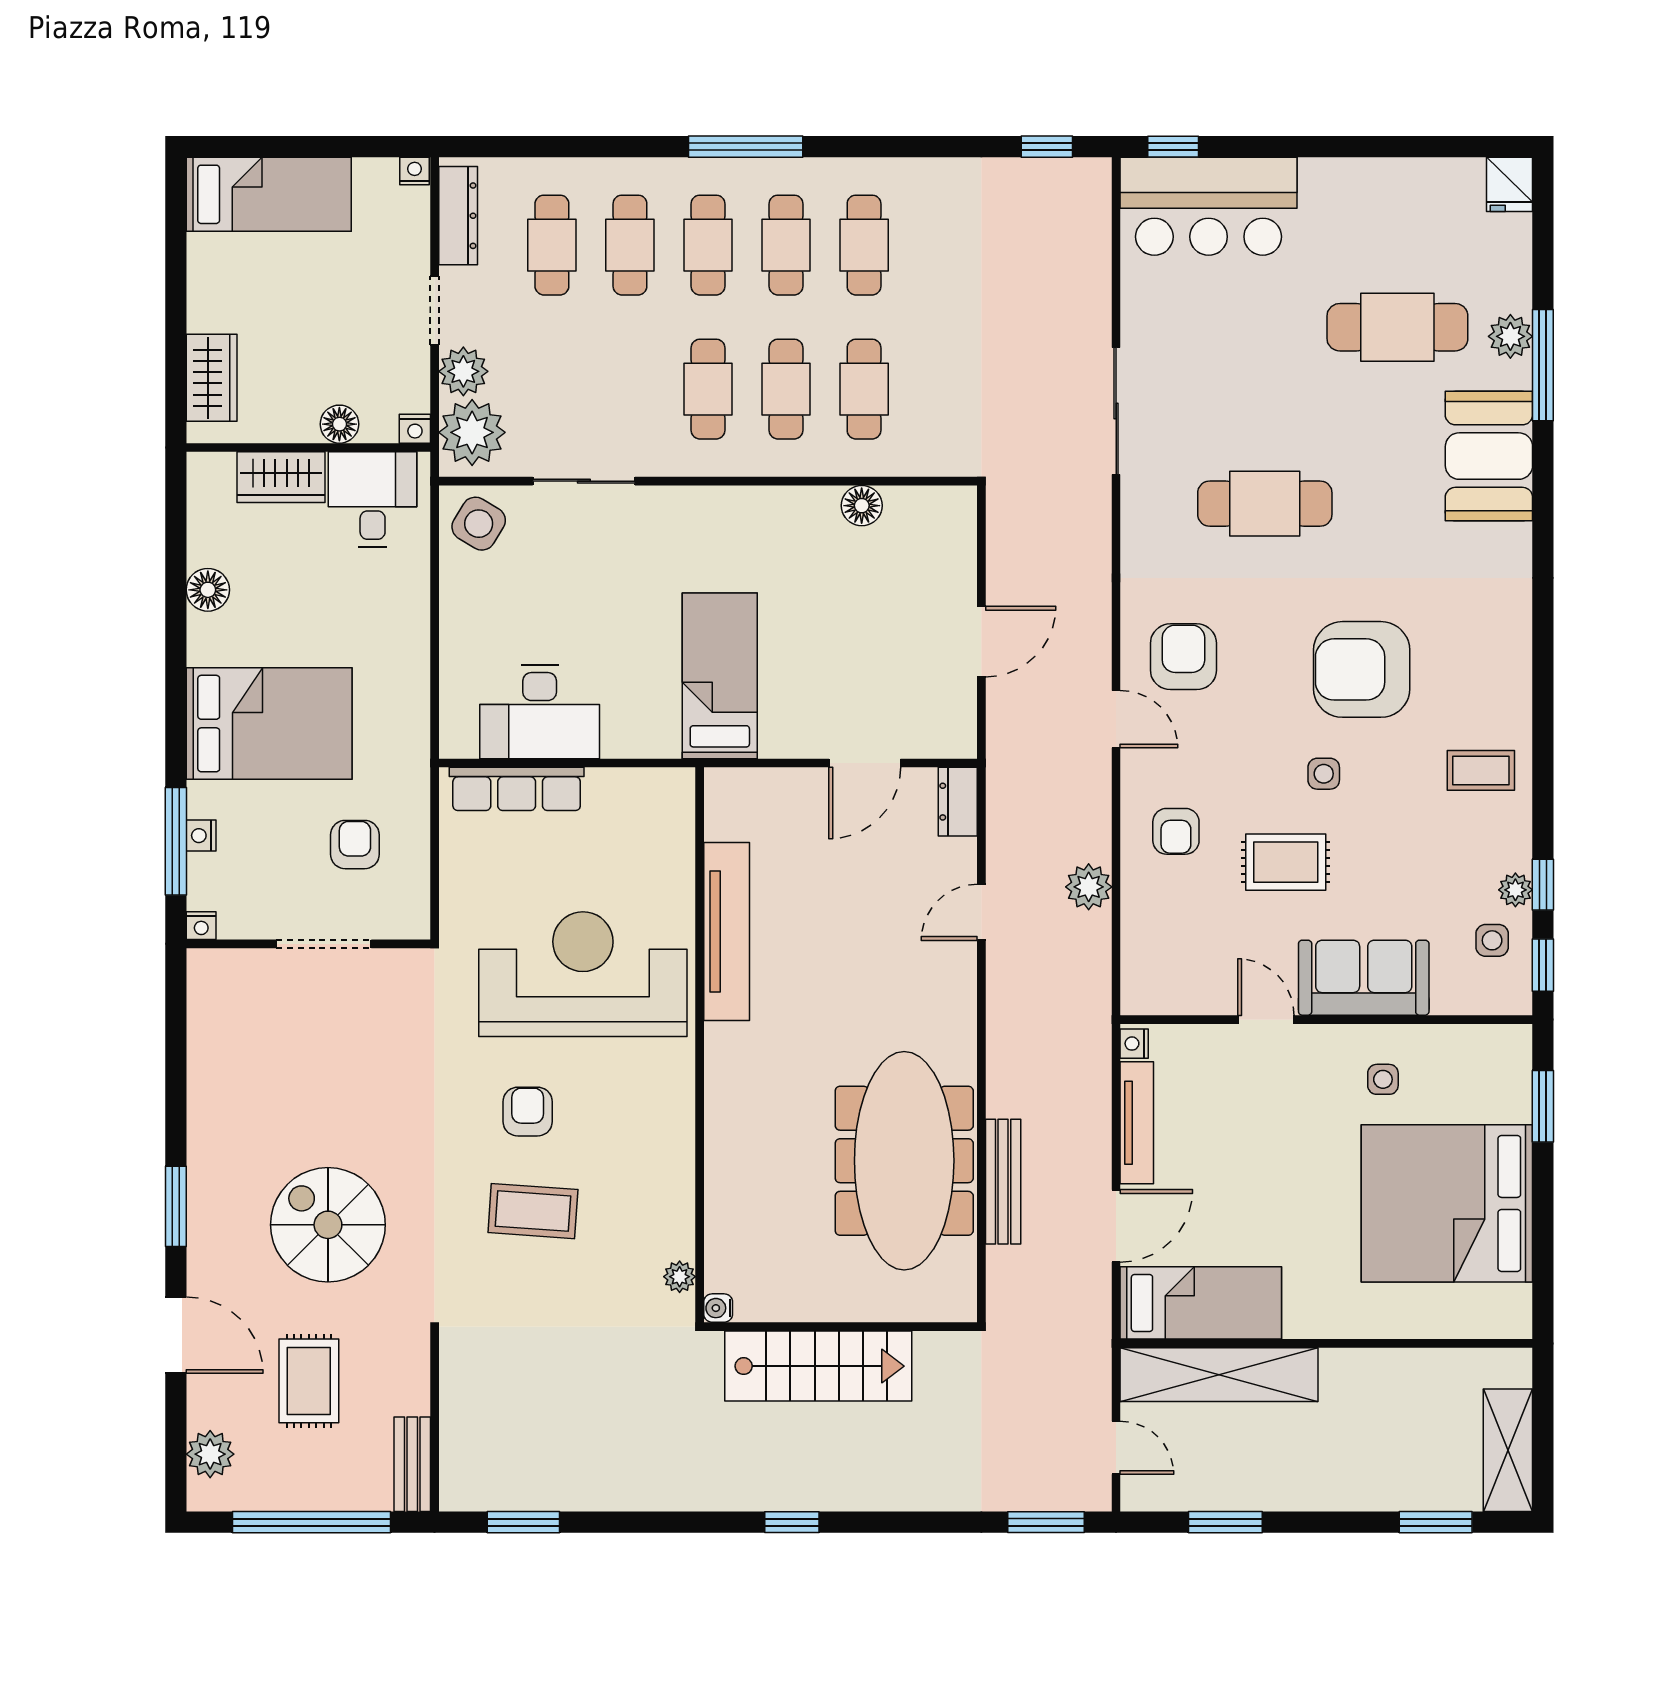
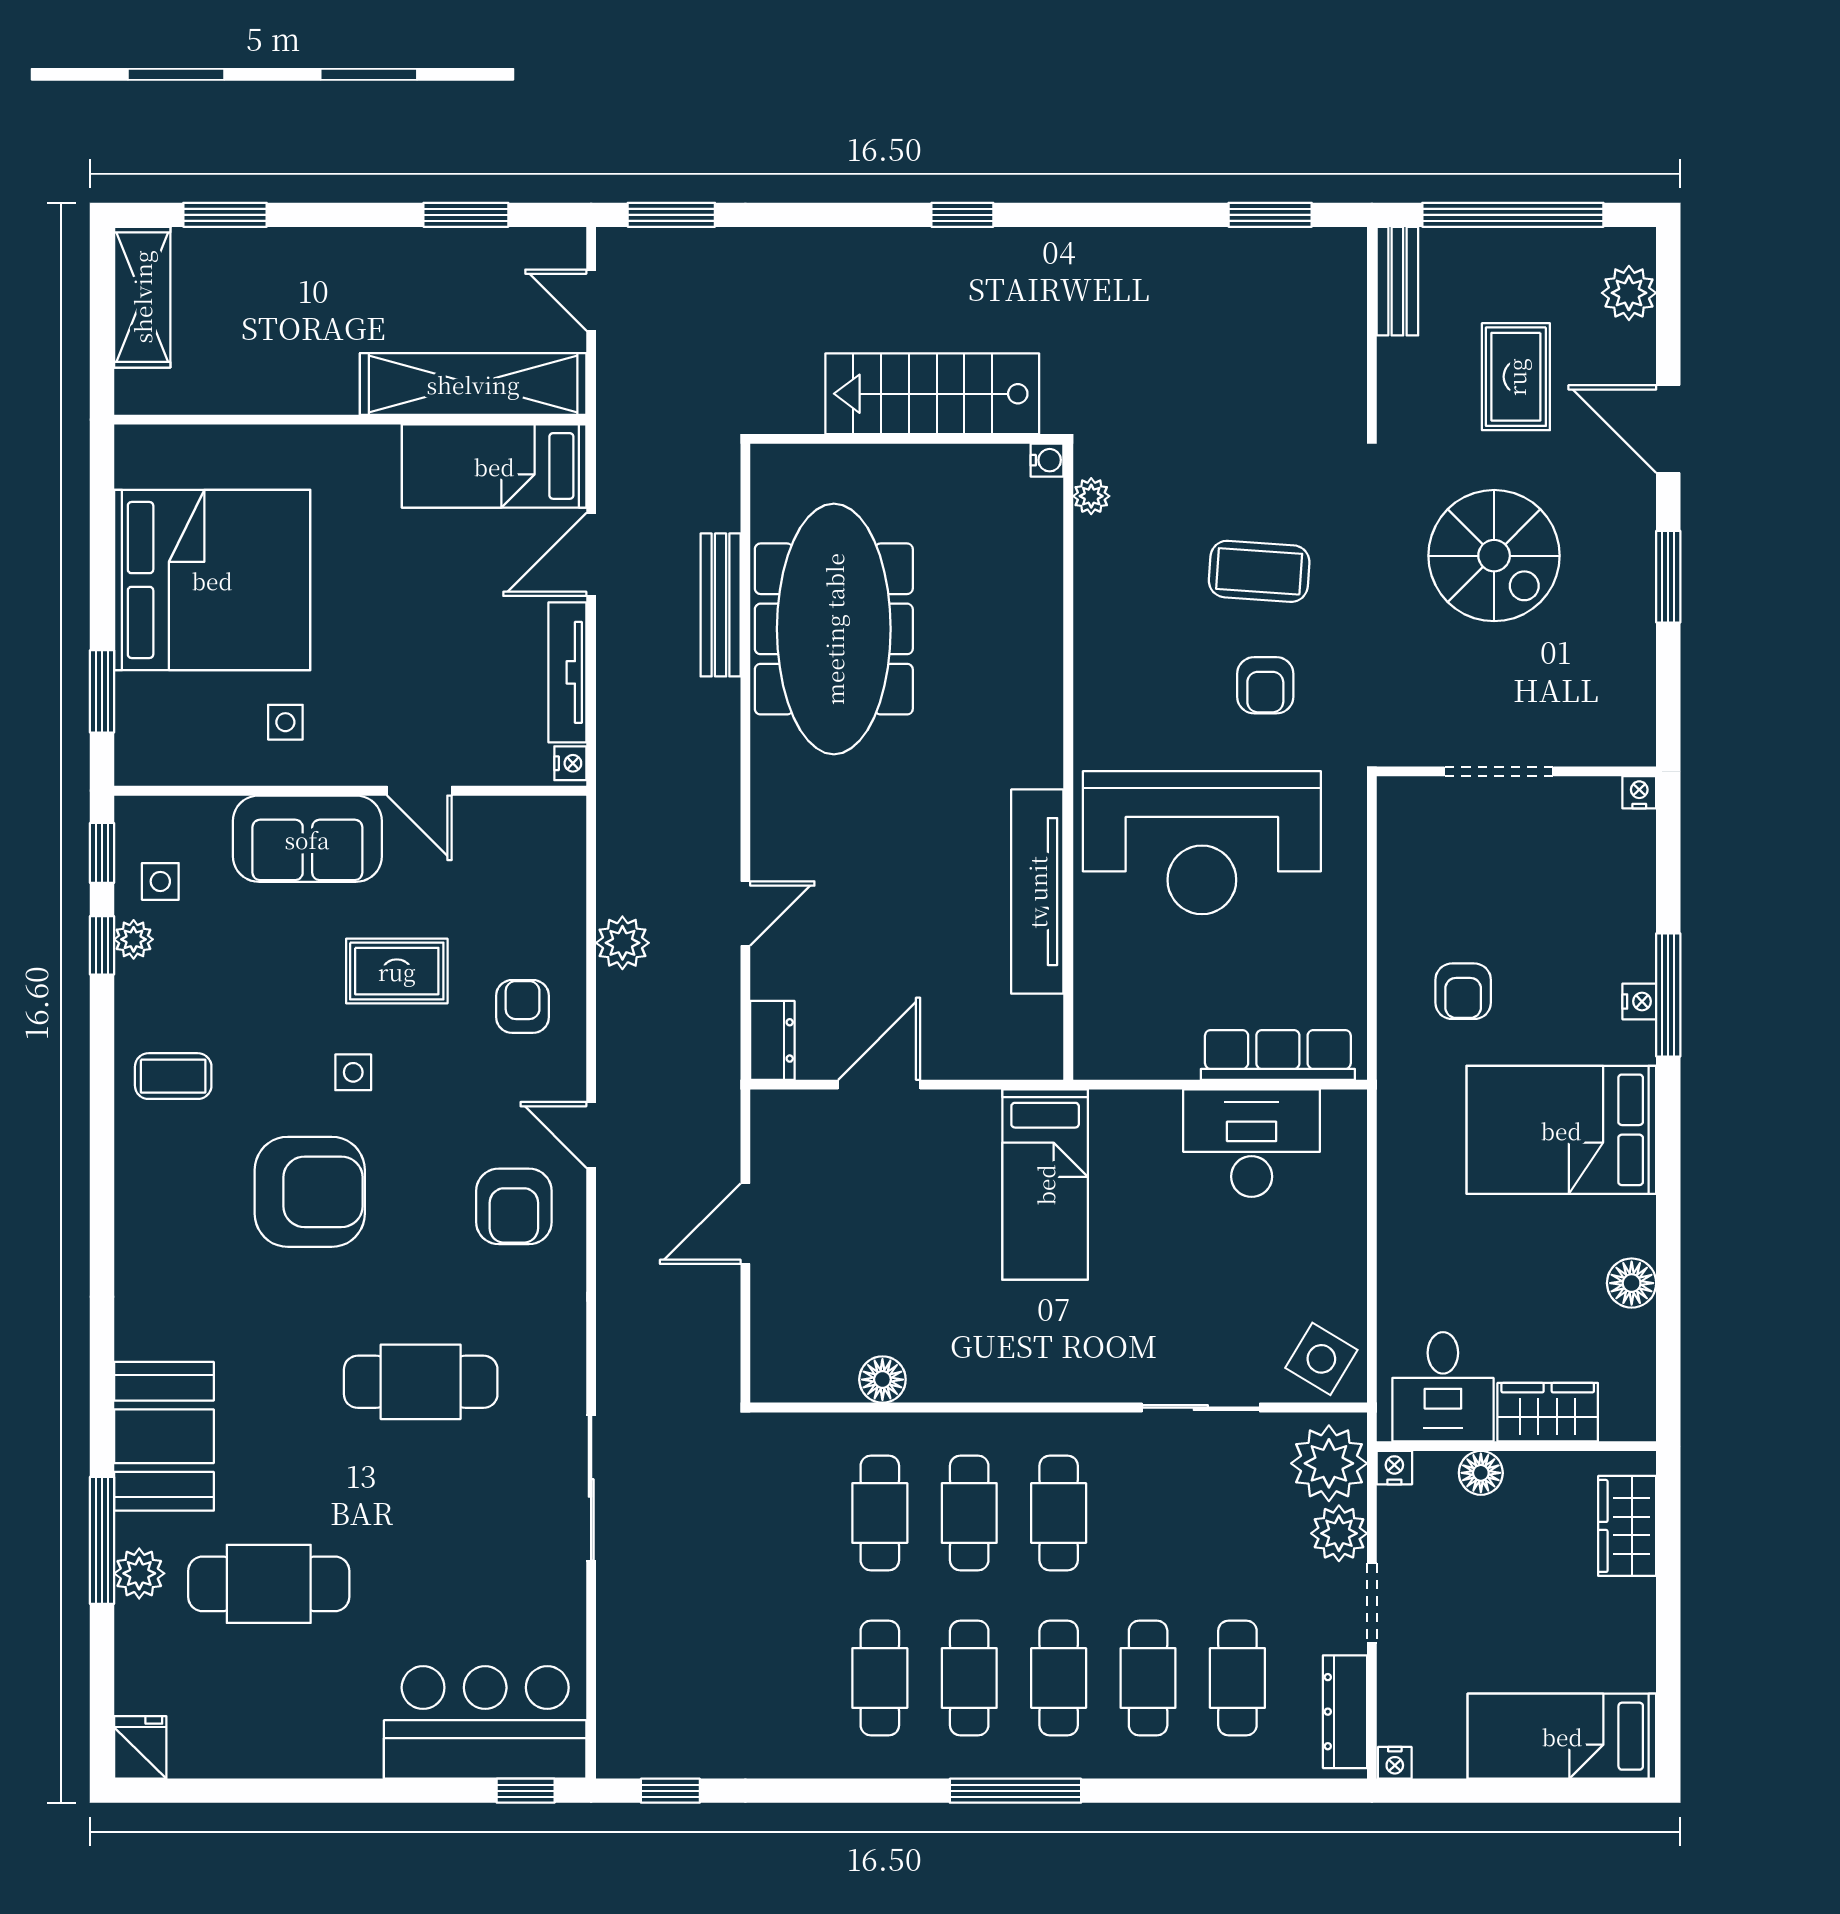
nightstand: (201, 926) -> (1639, 792), moved
wall: (308, 944) -> (1516, 771), moved
doorway: (324, 944) -> (1499, 771), moved

